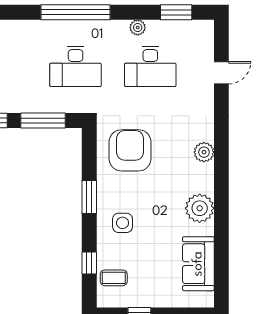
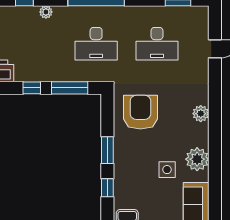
plant: (138, 27) -> (46, 12), moved
side table: (123, 223) -> (167, 170), moved
window: (89, 263) -> (107, 188), moved

